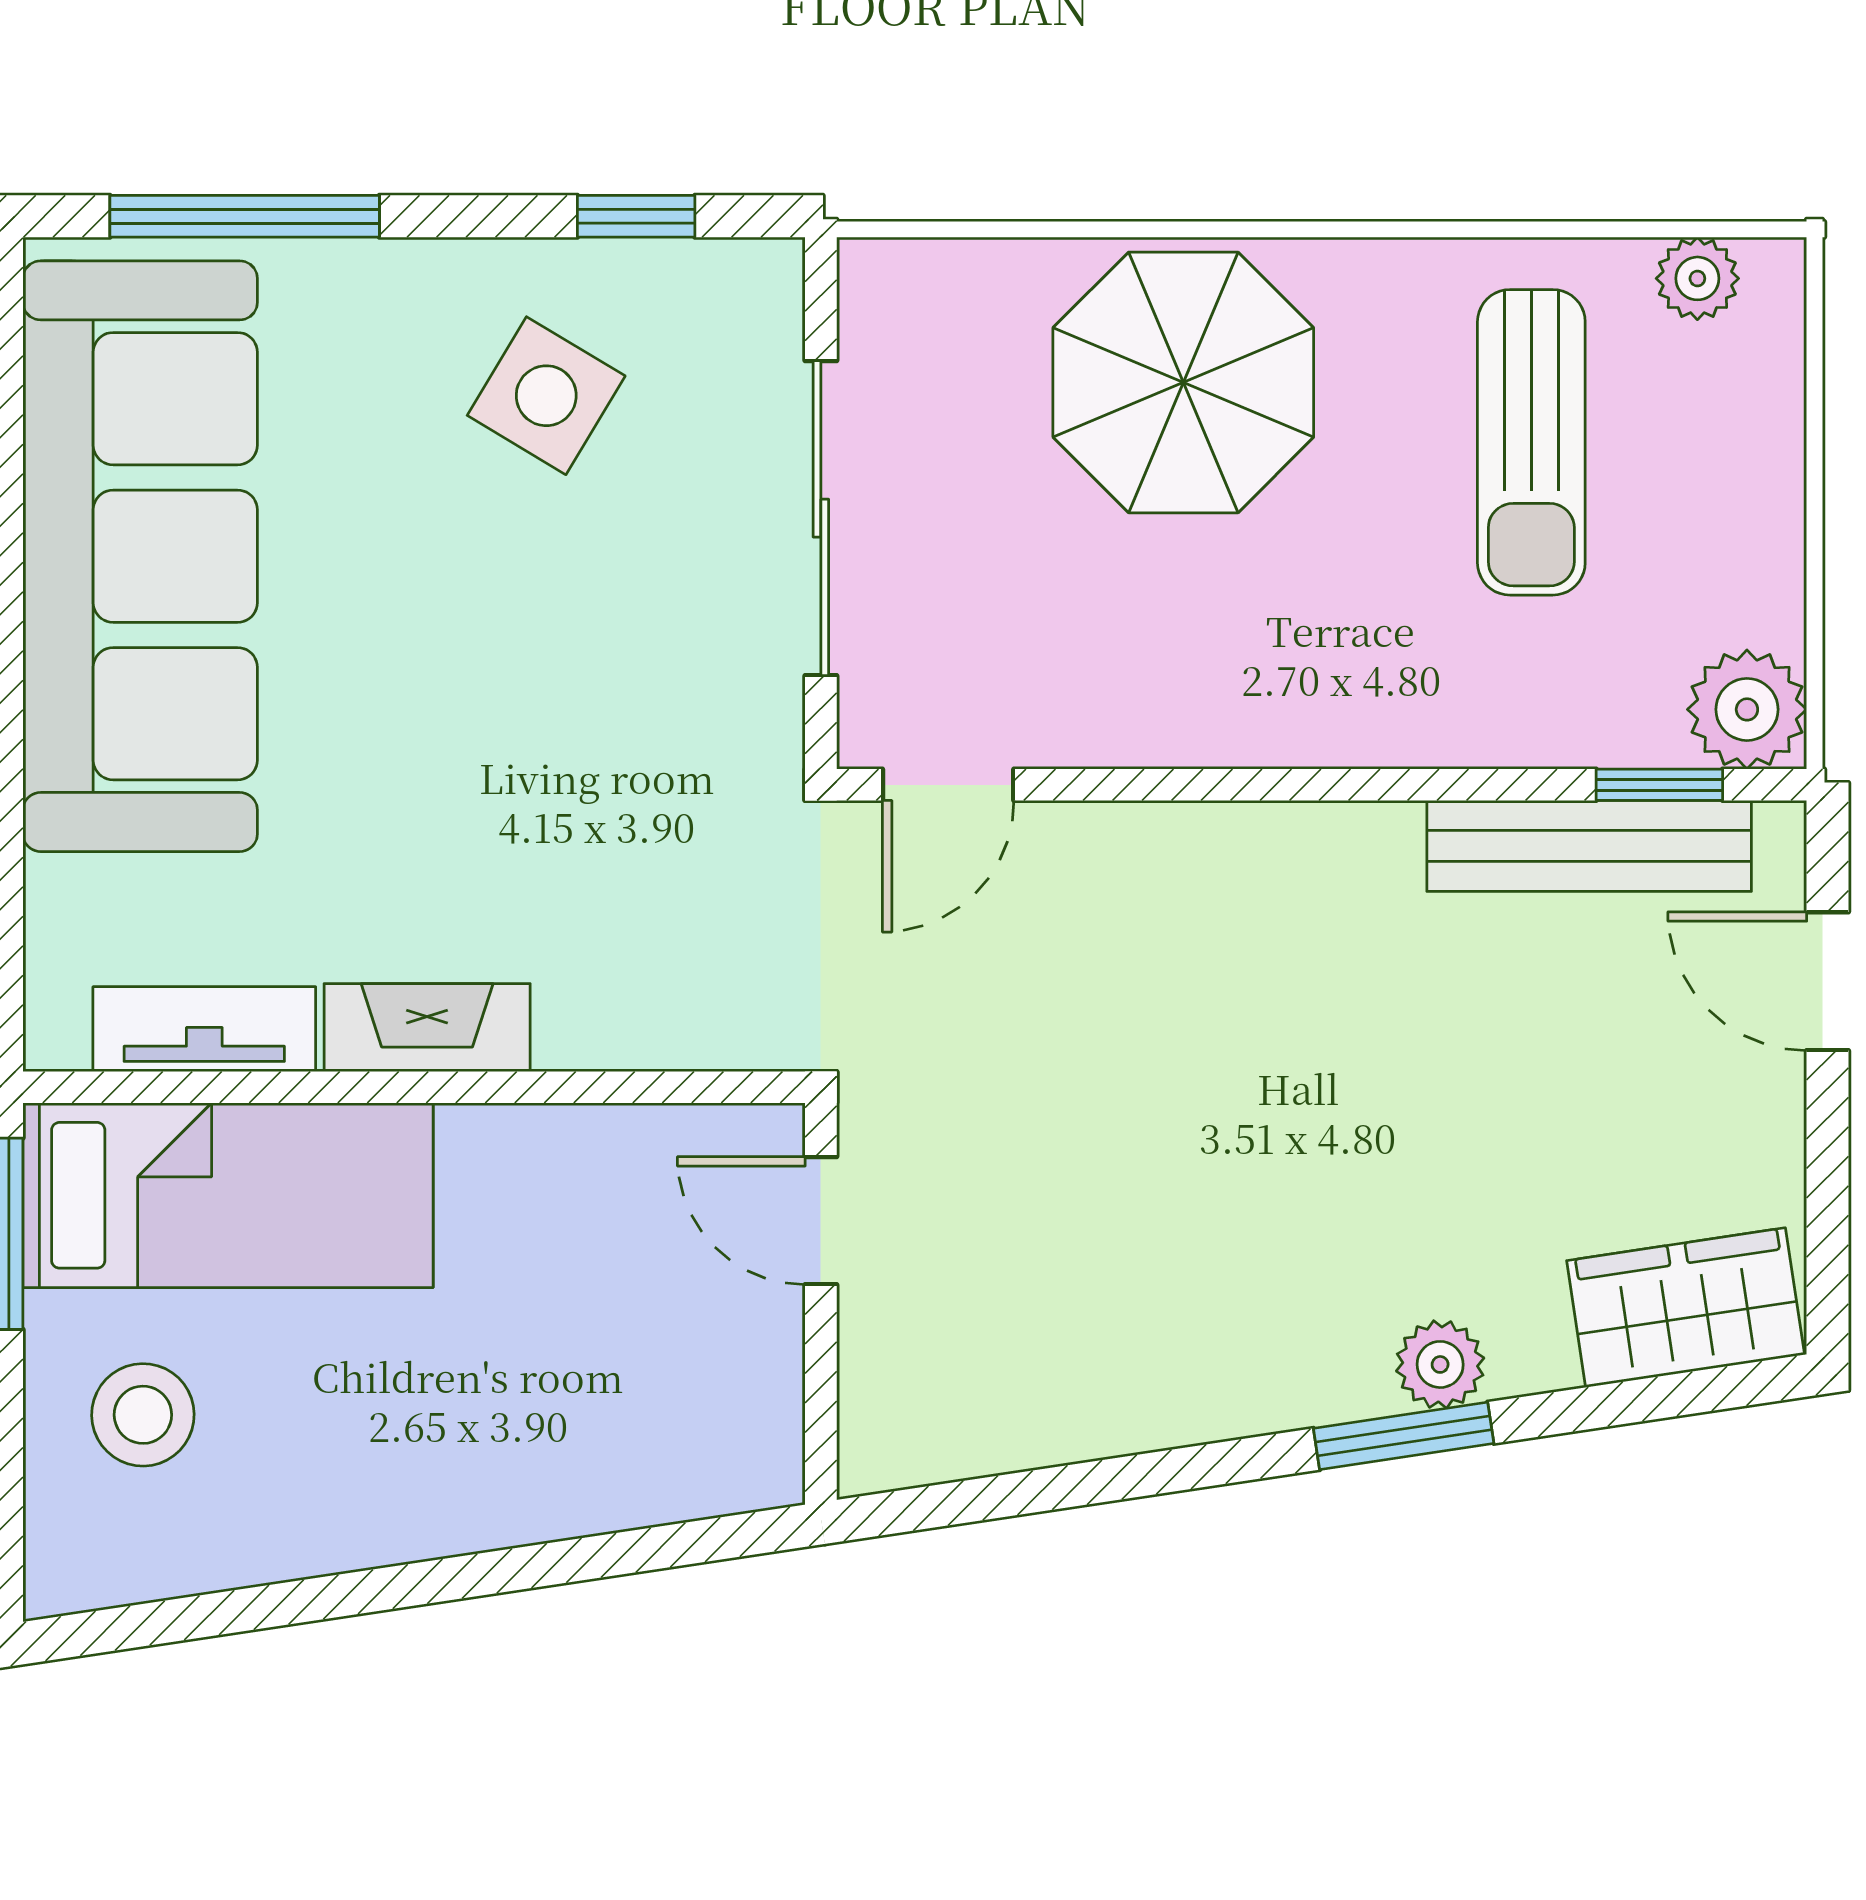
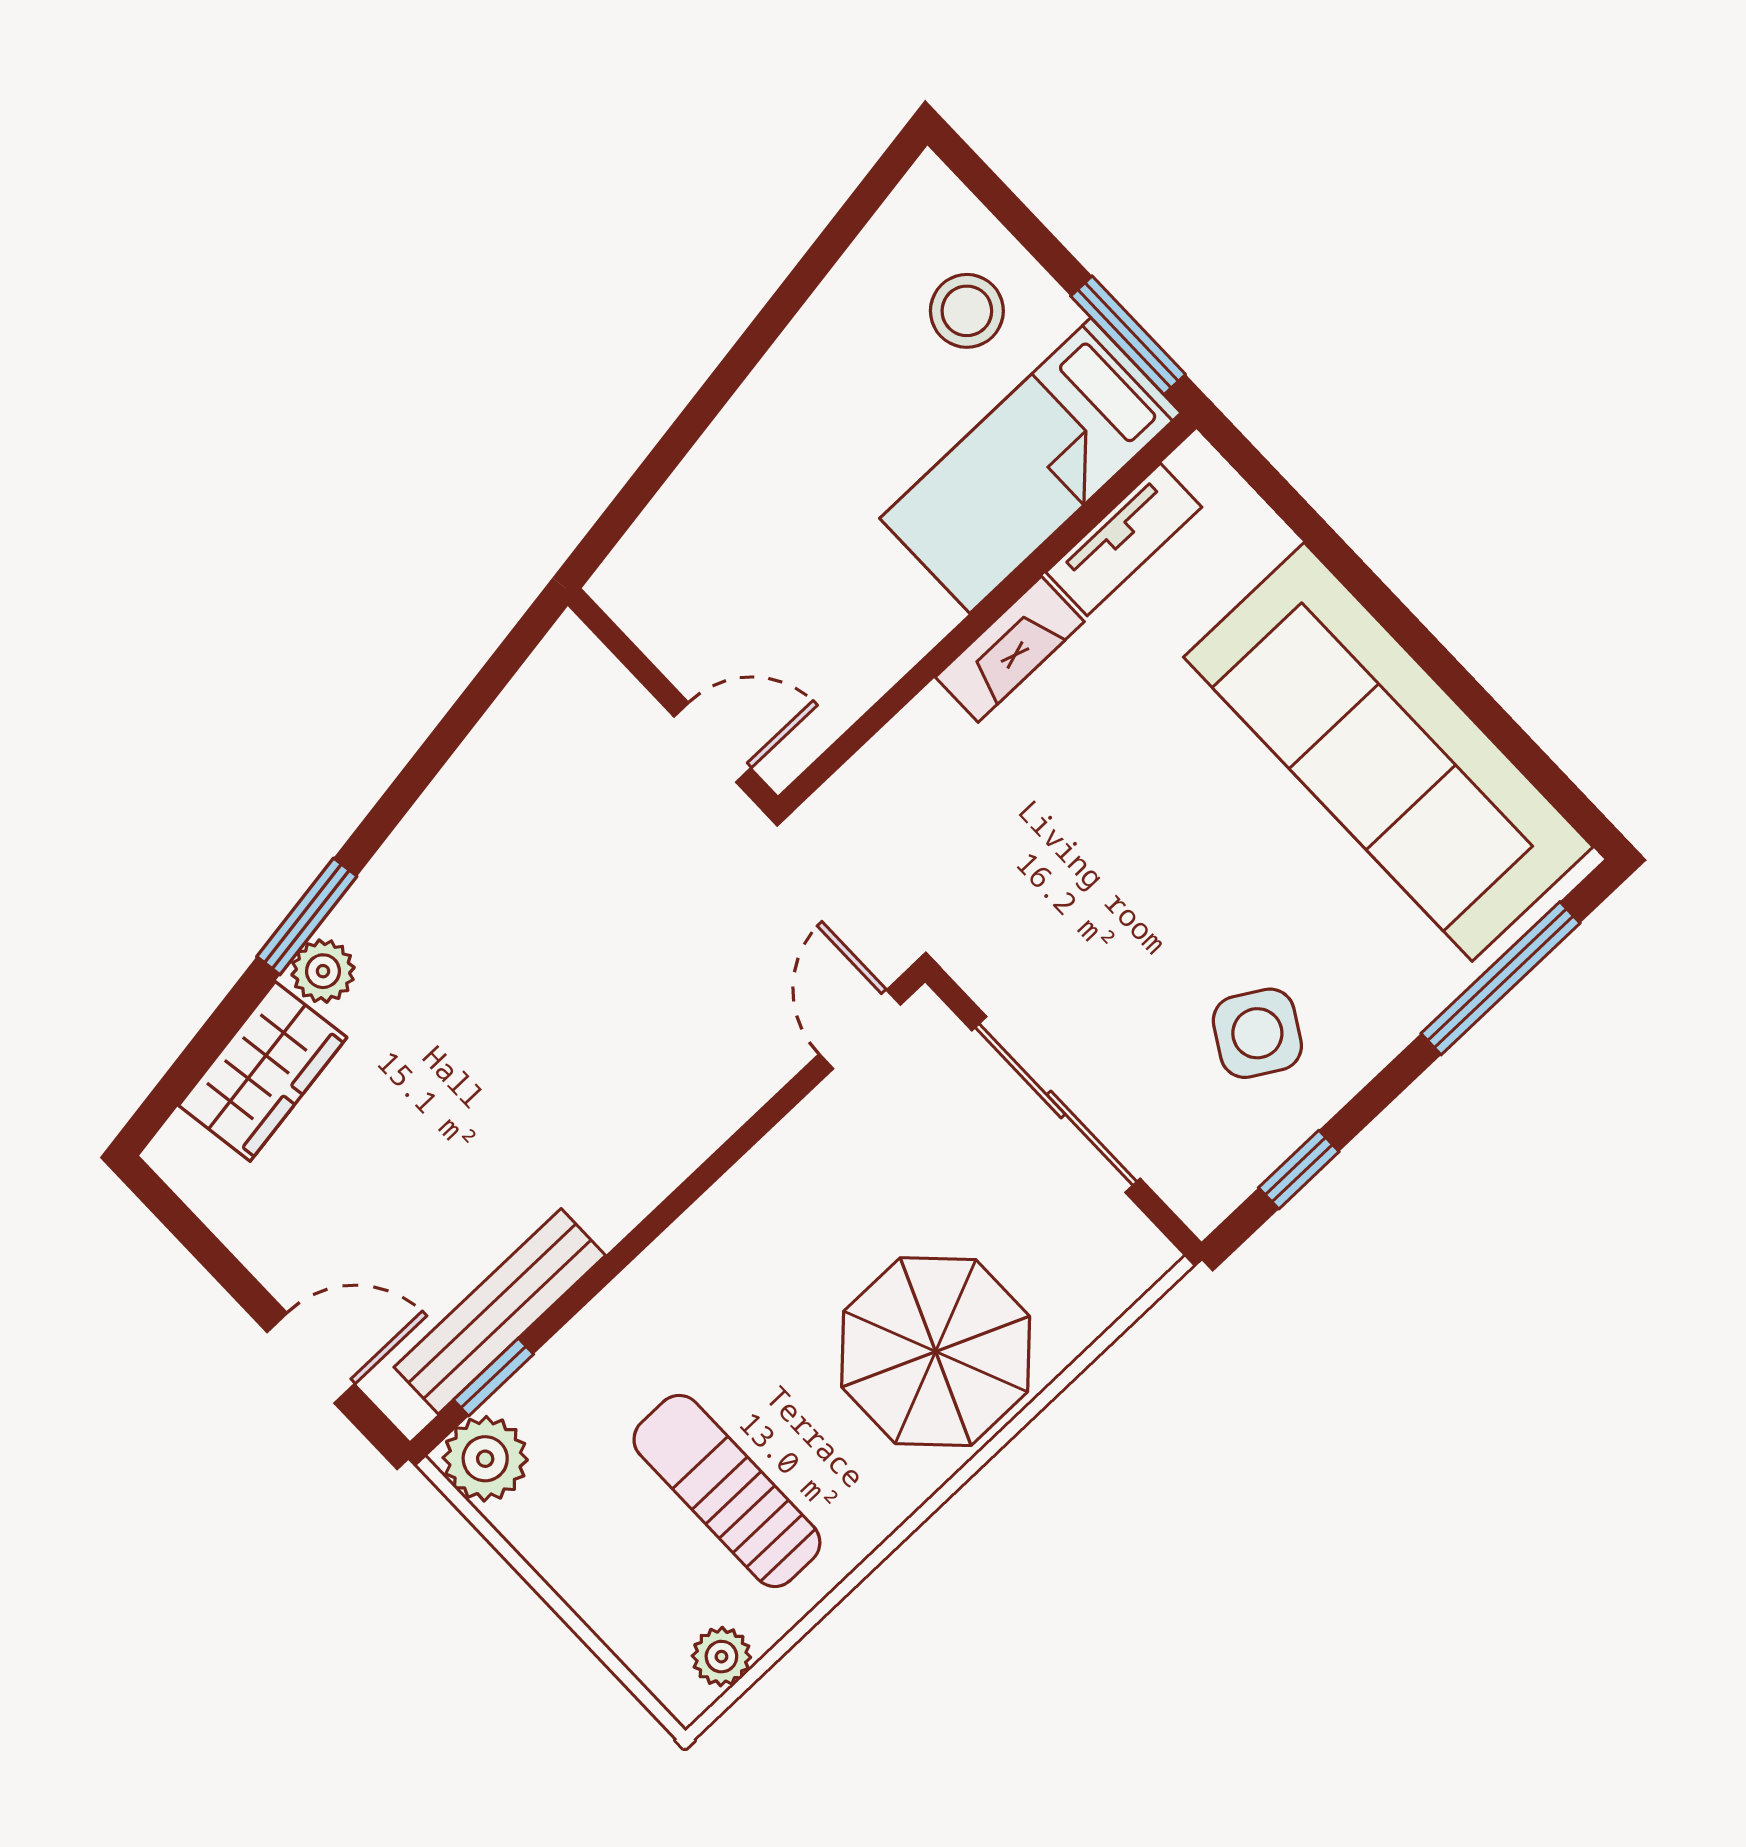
wardrobe: (1686, 1308) -> (263, 1071), moved

